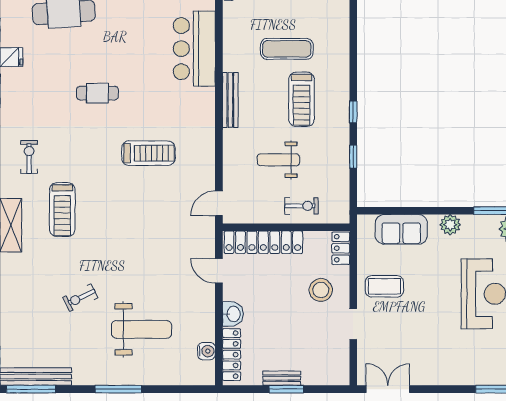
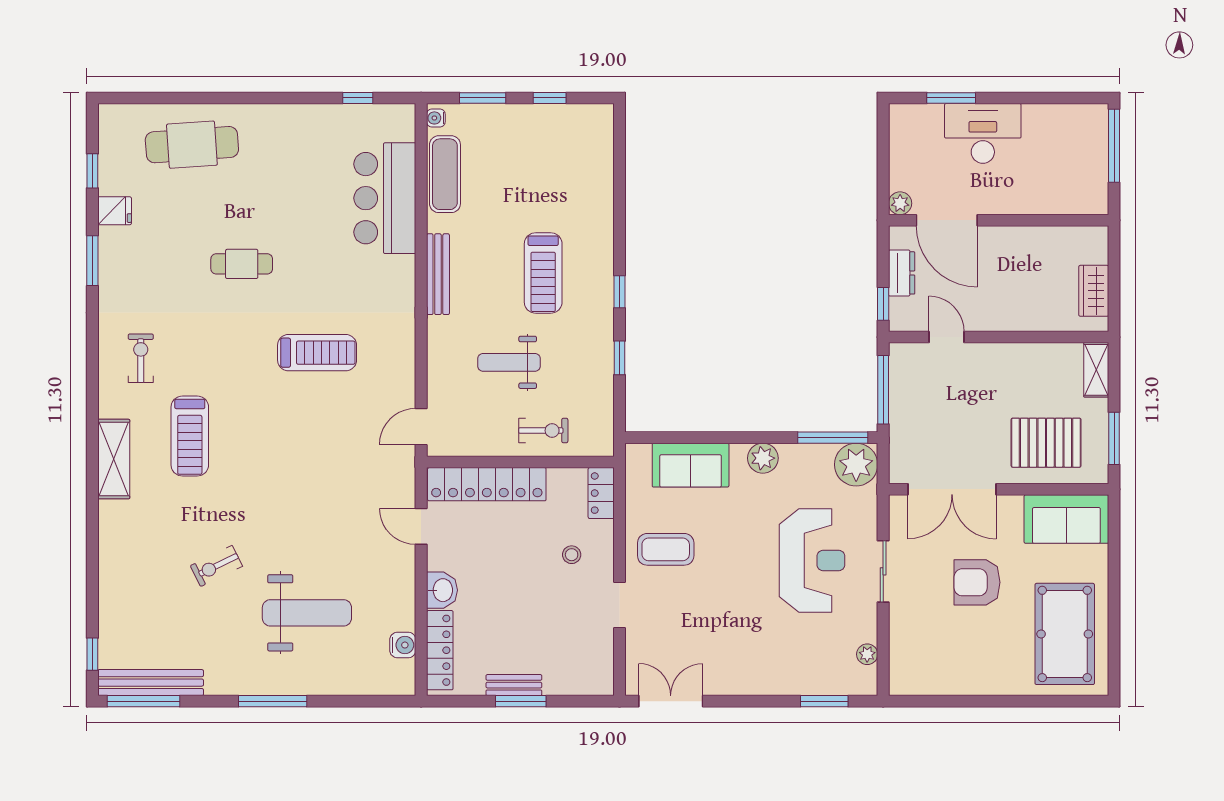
exercise mat: (287, 49) -> (445, 174), moved, turned 90
stool: (321, 290) -> (572, 555), width x0.53, depth x0.53

